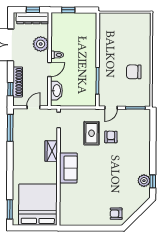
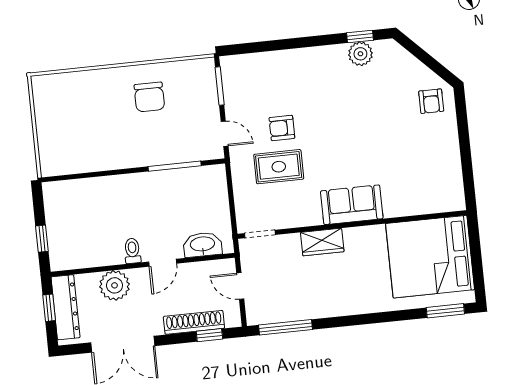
door: (49, 69) -> (163, 263), swing flipped

